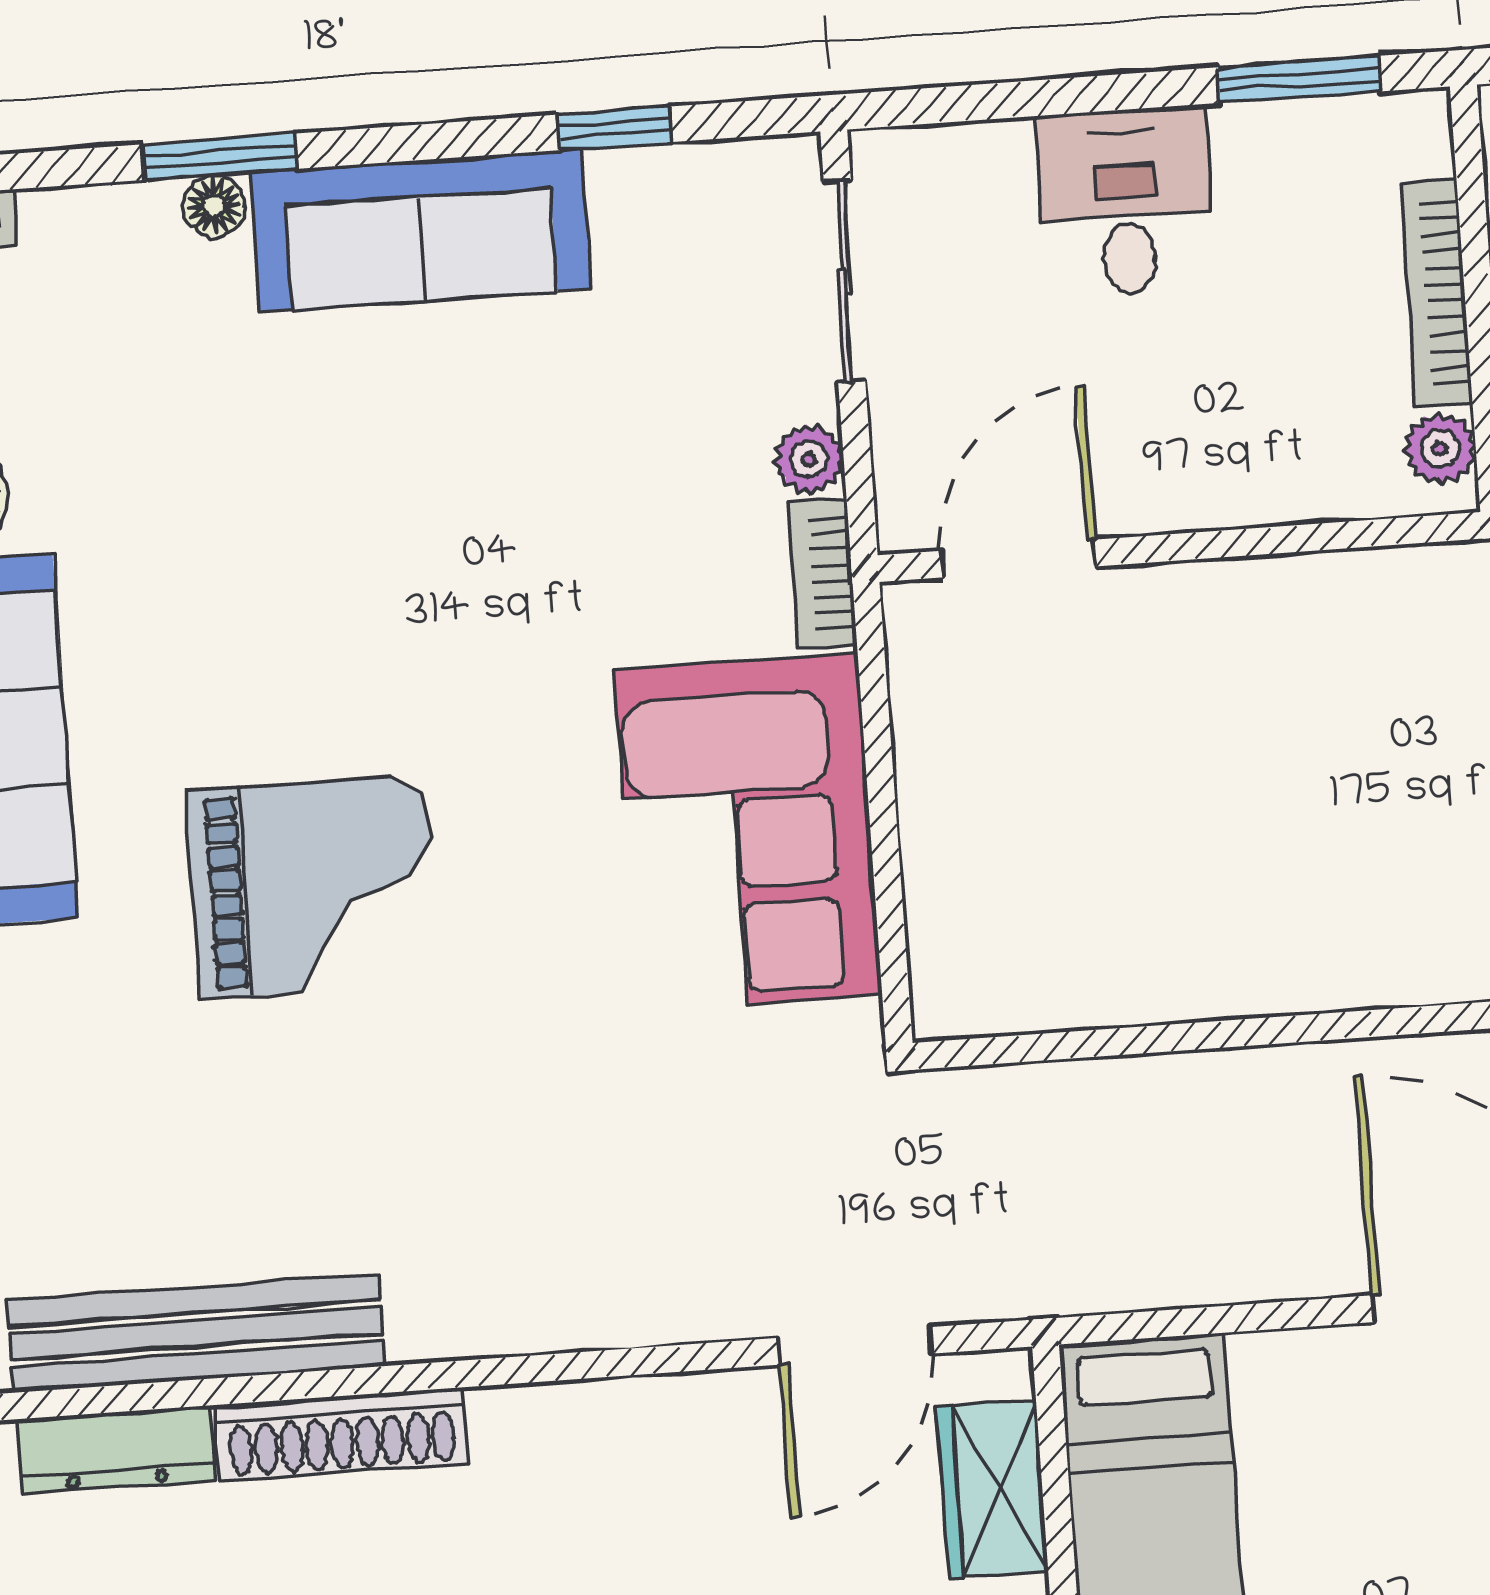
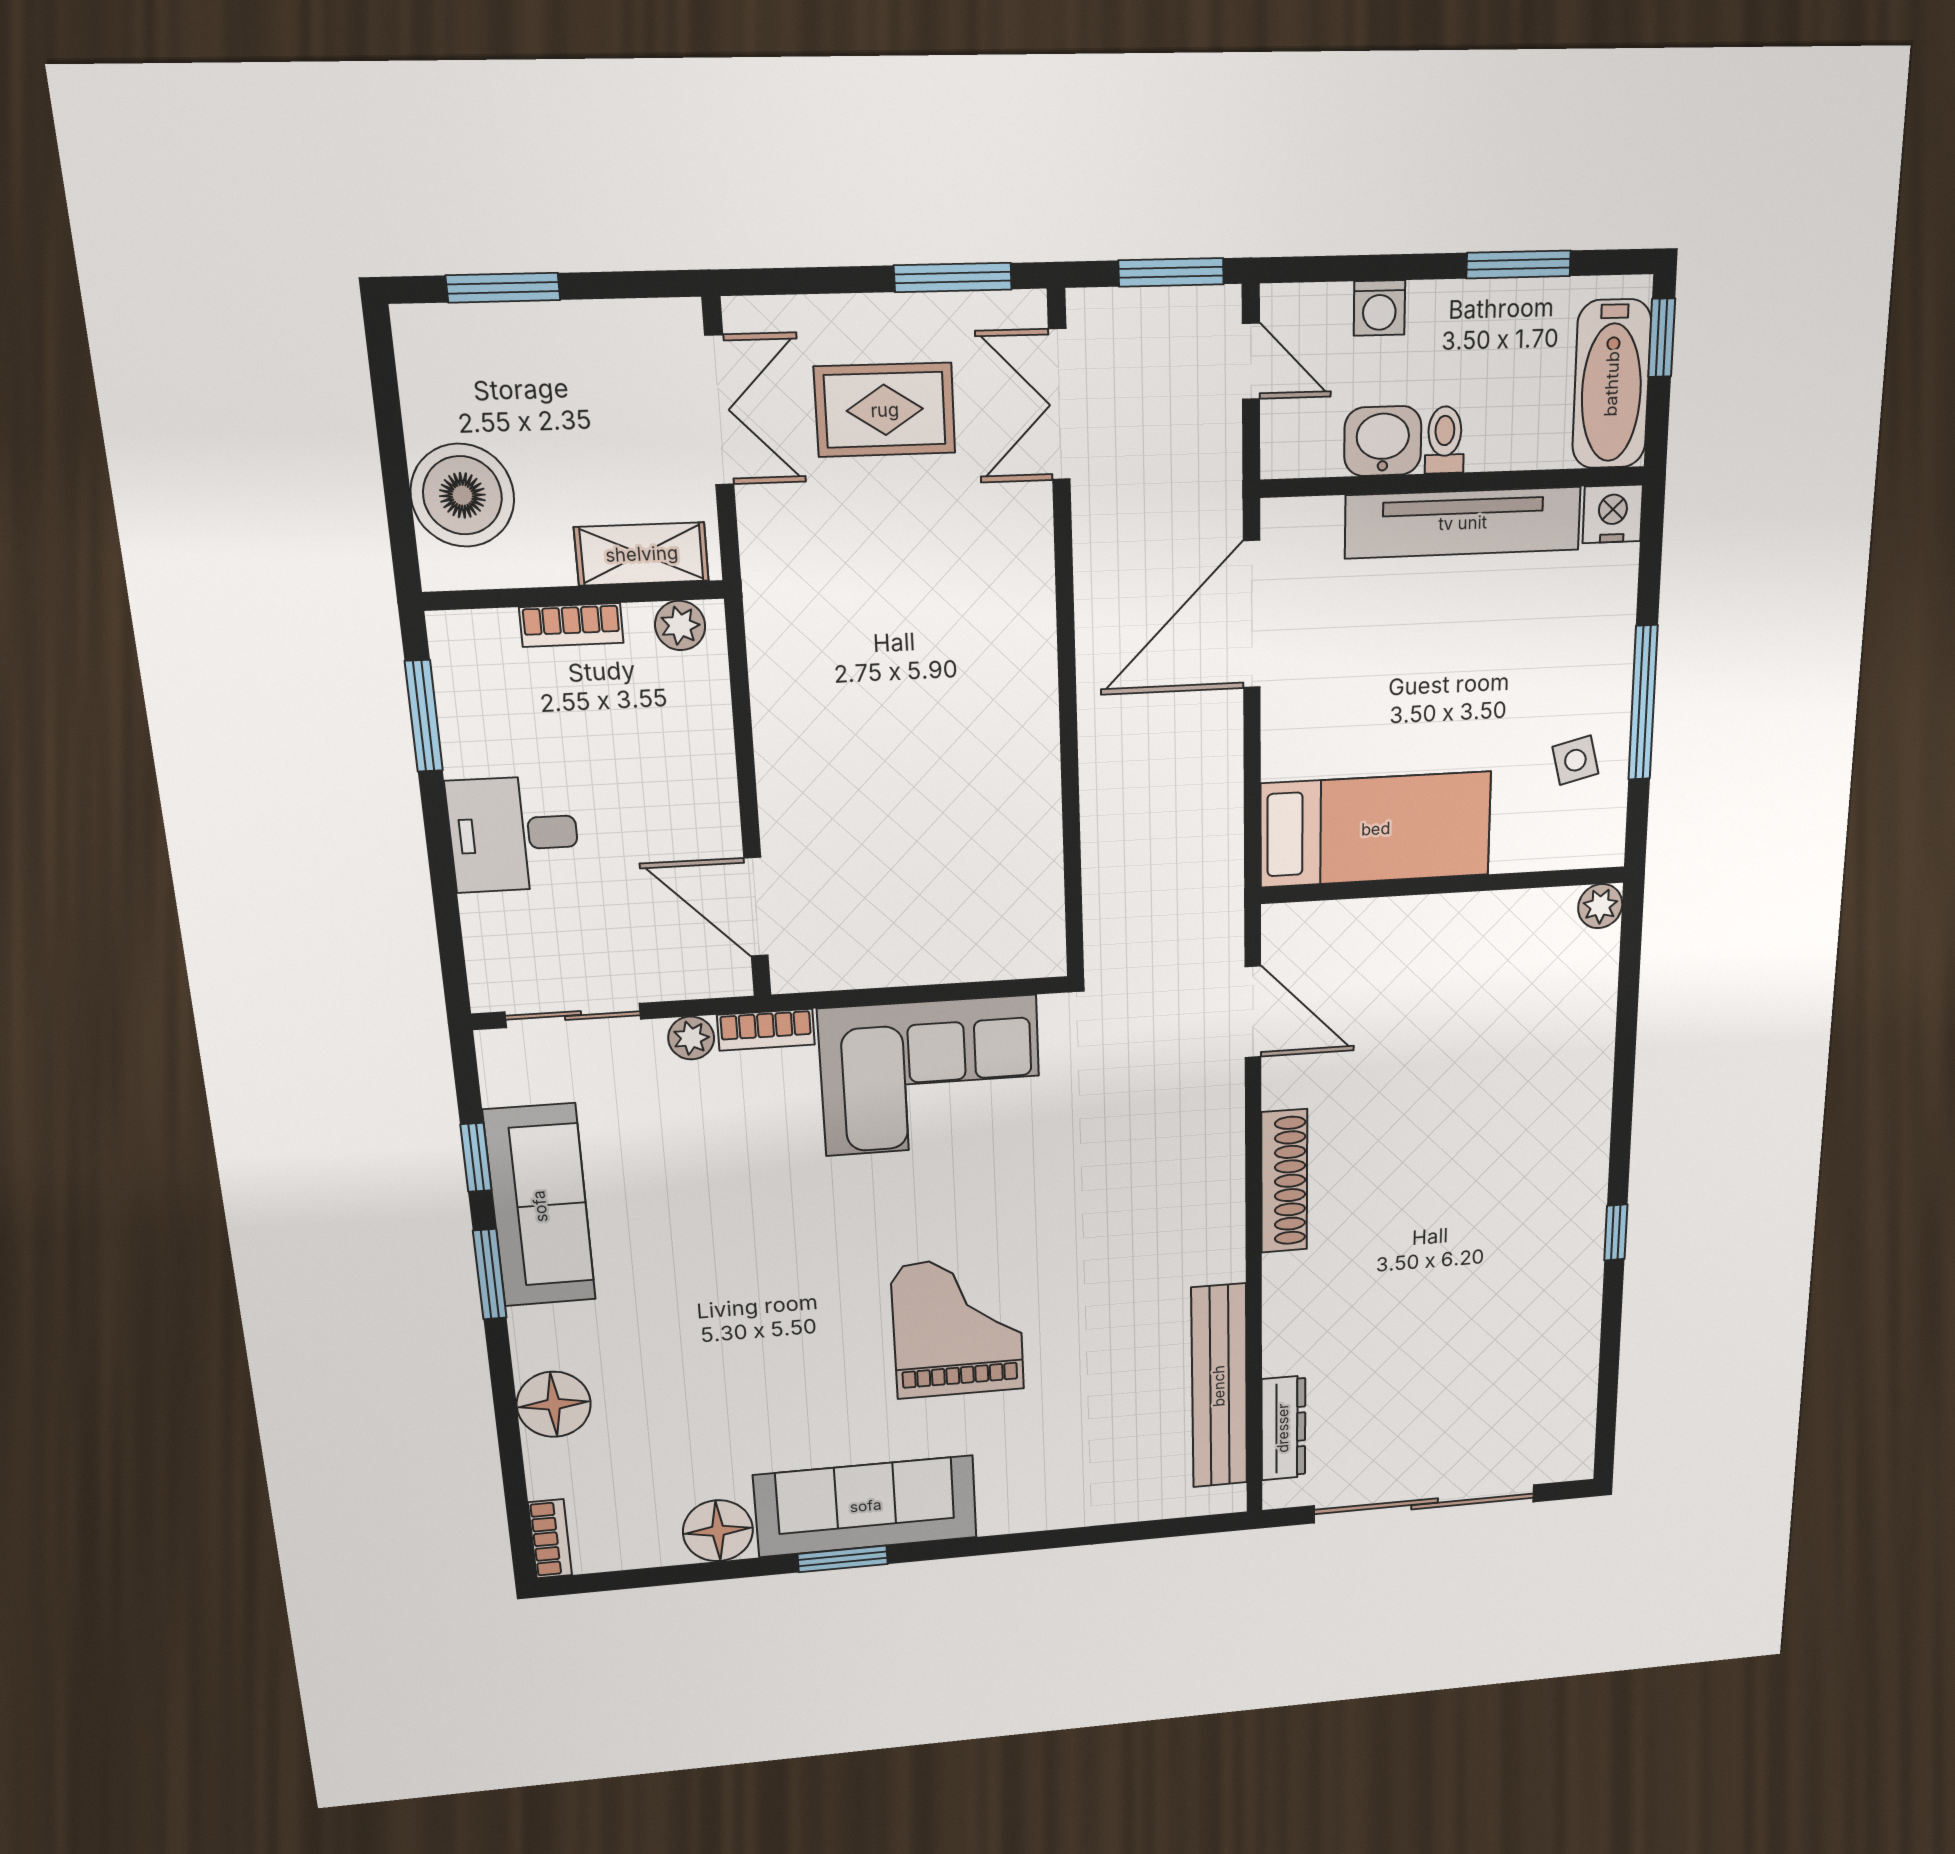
window: (220, 157) -> (490, 1274), moved
floor lamp: (214, 206) -> (554, 1404), width x1.89, depth x1.89
sofa: (420, 231) -> (540, 1206), moved
bookcase: (1436, 293) -> (571, 625), width x0.64
shoe rack: (342, 1434) -> (1284, 1181), moved
wardrobe: (992, 1489) -> (1347, 930), removed

